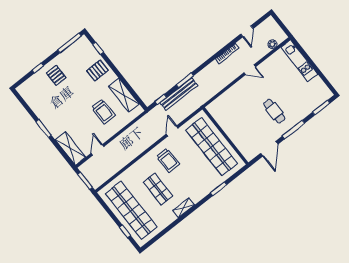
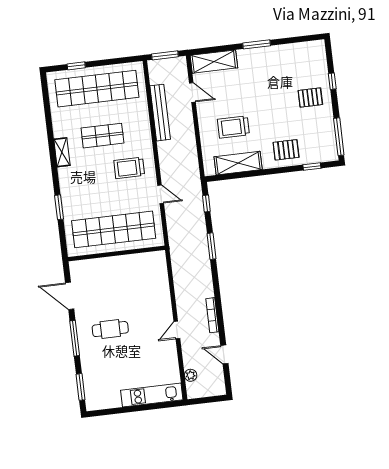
pallet: (97, 71) -> (286, 150), turned 90
bench: (179, 94) -> (160, 113), moved

